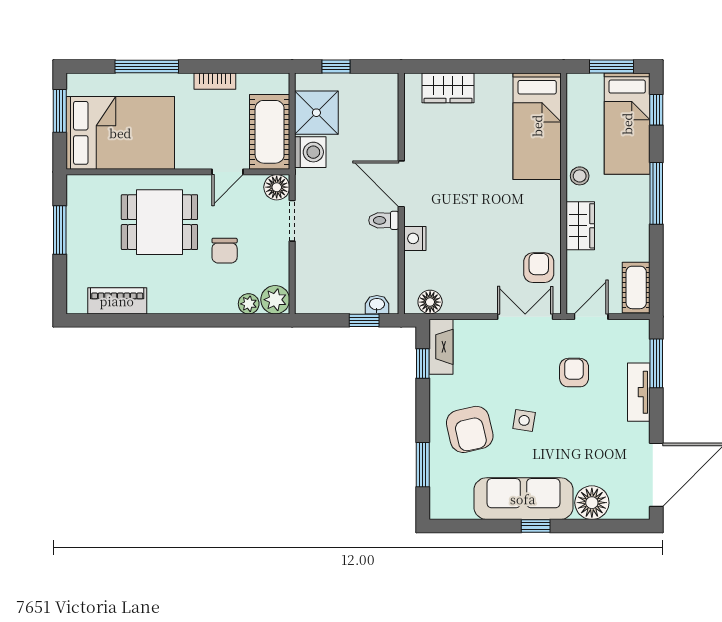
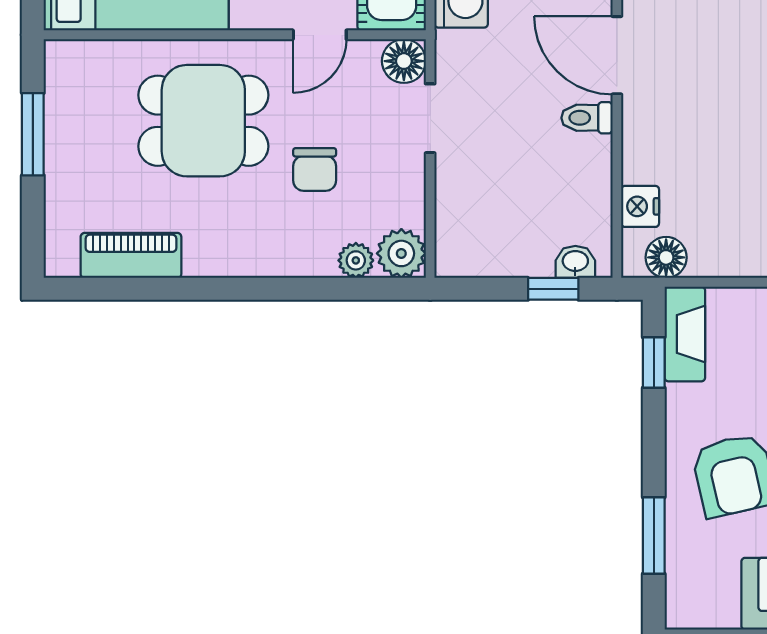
nightstand: (415, 238) -> (640, 206), moved

